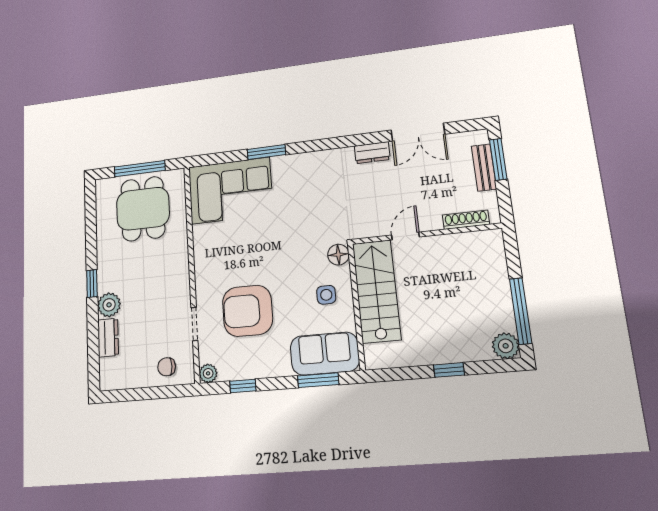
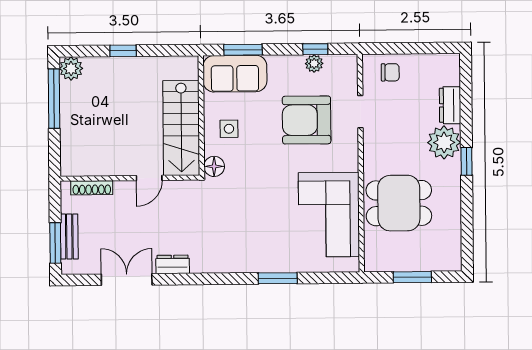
window: (140, 169) -> (412, 277), width x0.69
corner sofa: (230, 191) -> (329, 215), moved, turned -90
dining table: (143, 209) -> (399, 203), moved, turned 90
plant: (109, 305) -> (444, 142), width x1.36, depth x1.36
armchair: (247, 311) -> (307, 120), turned 180
plant: (208, 373) -> (314, 63), moved

